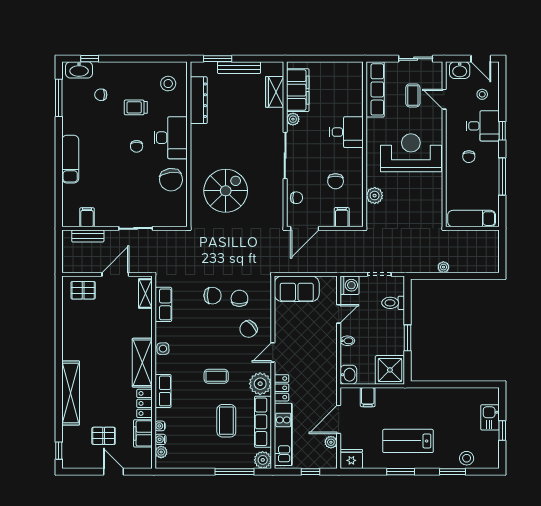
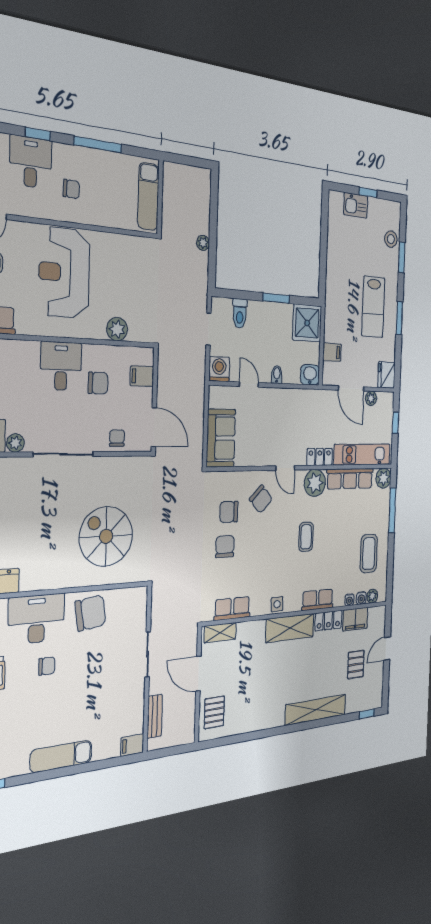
desk: (346, 132) -> (61, 366), moved
filing cabinet: (87, 217) -> (132, 745), moved
coffee table: (226, 421) -> (369, 554), moved, turned 90

